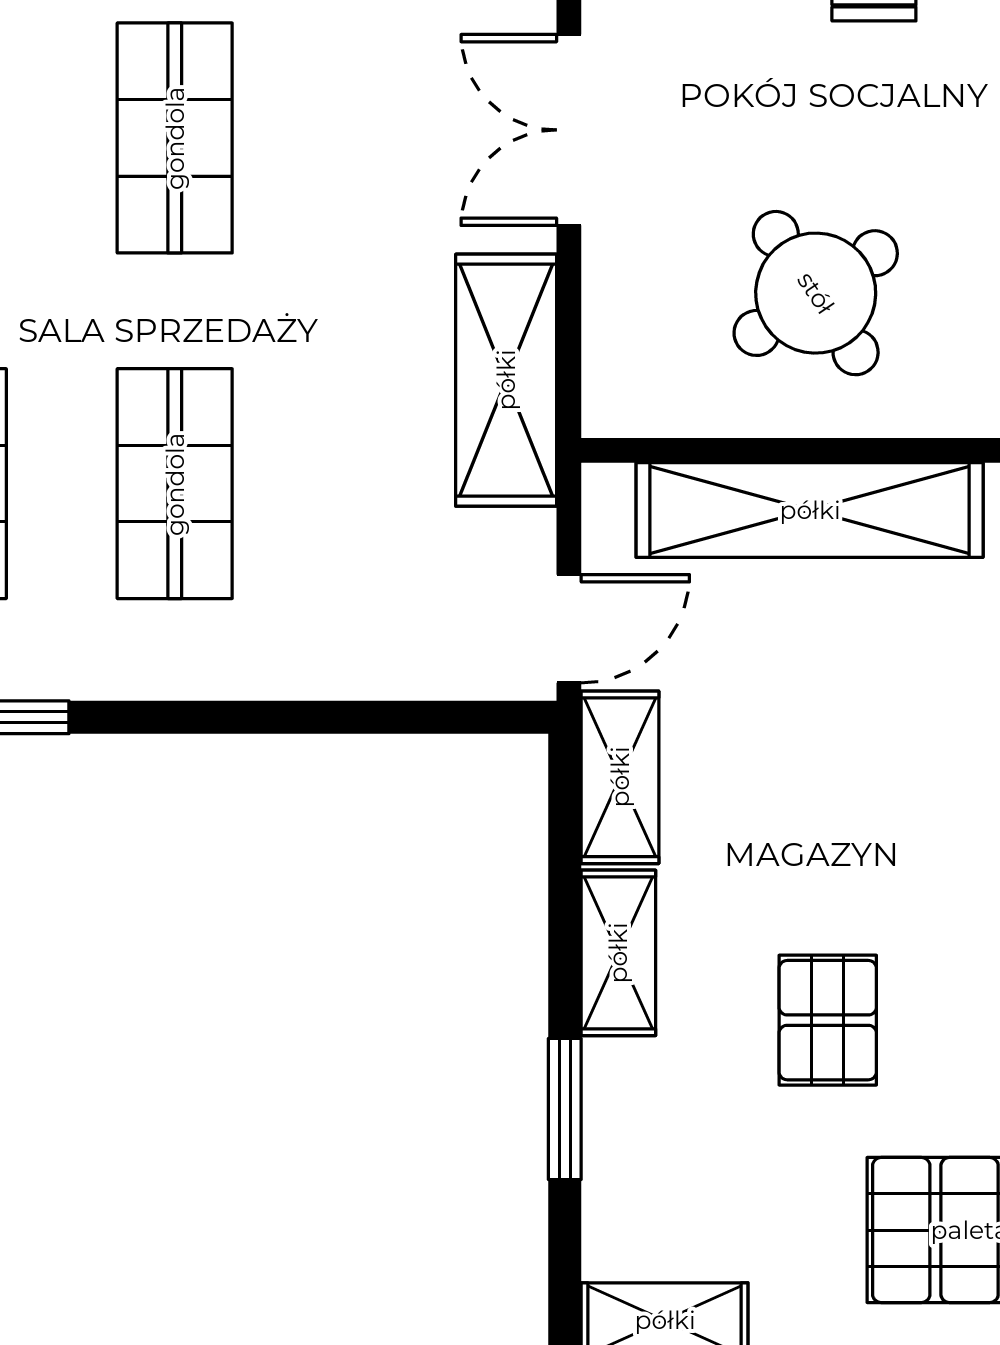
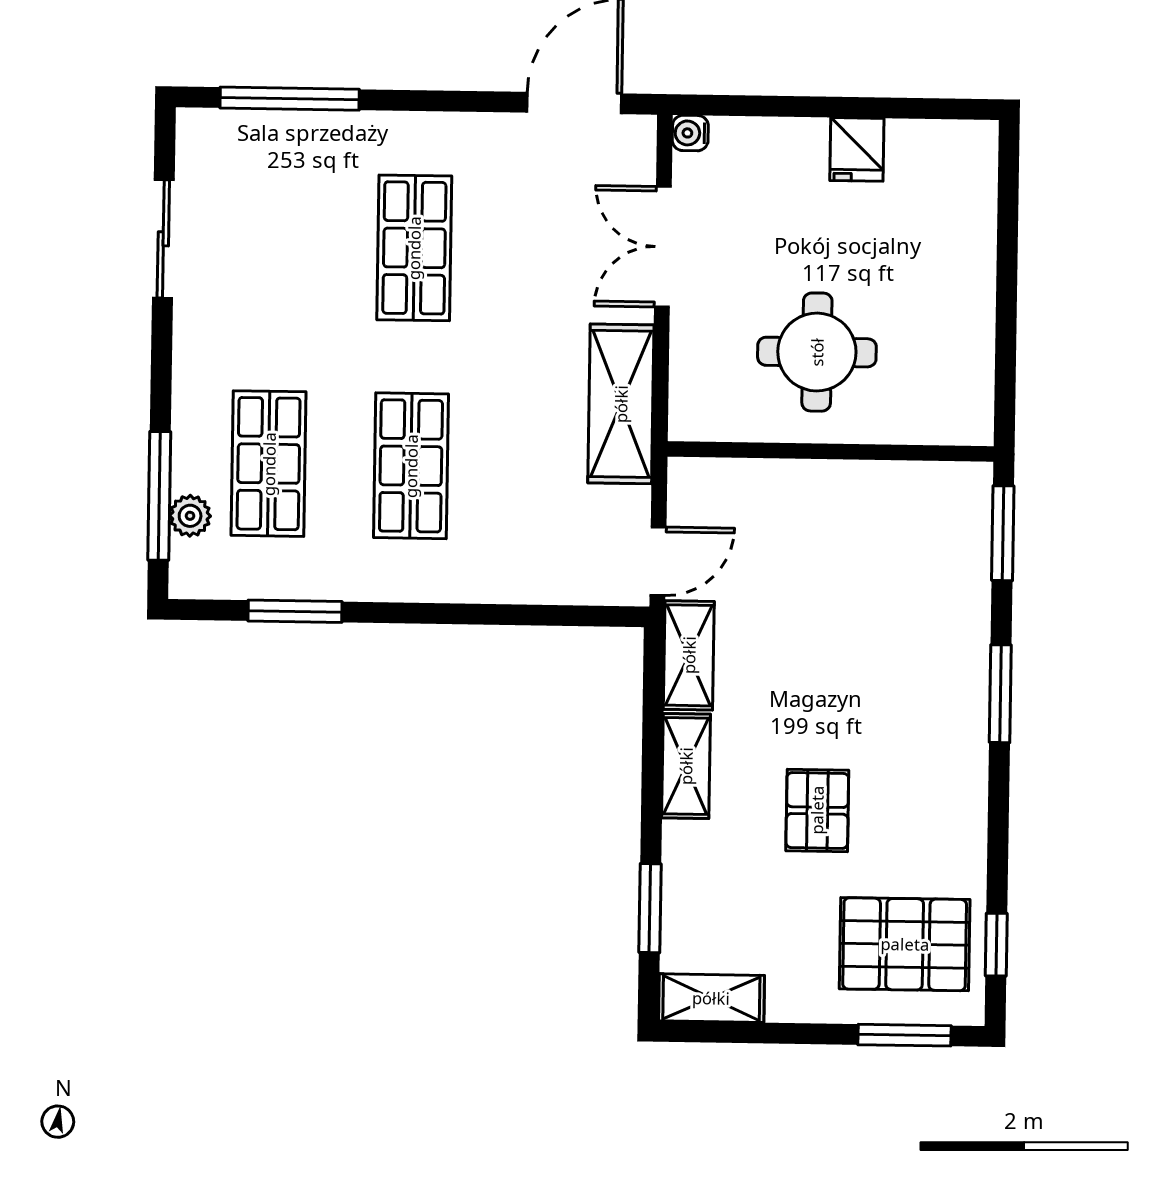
round table: (816, 293) -> (817, 352), turned 34
shelving: (810, 510) -> (811, 489), removed
window: (565, 1109) -> (650, 908), moved

